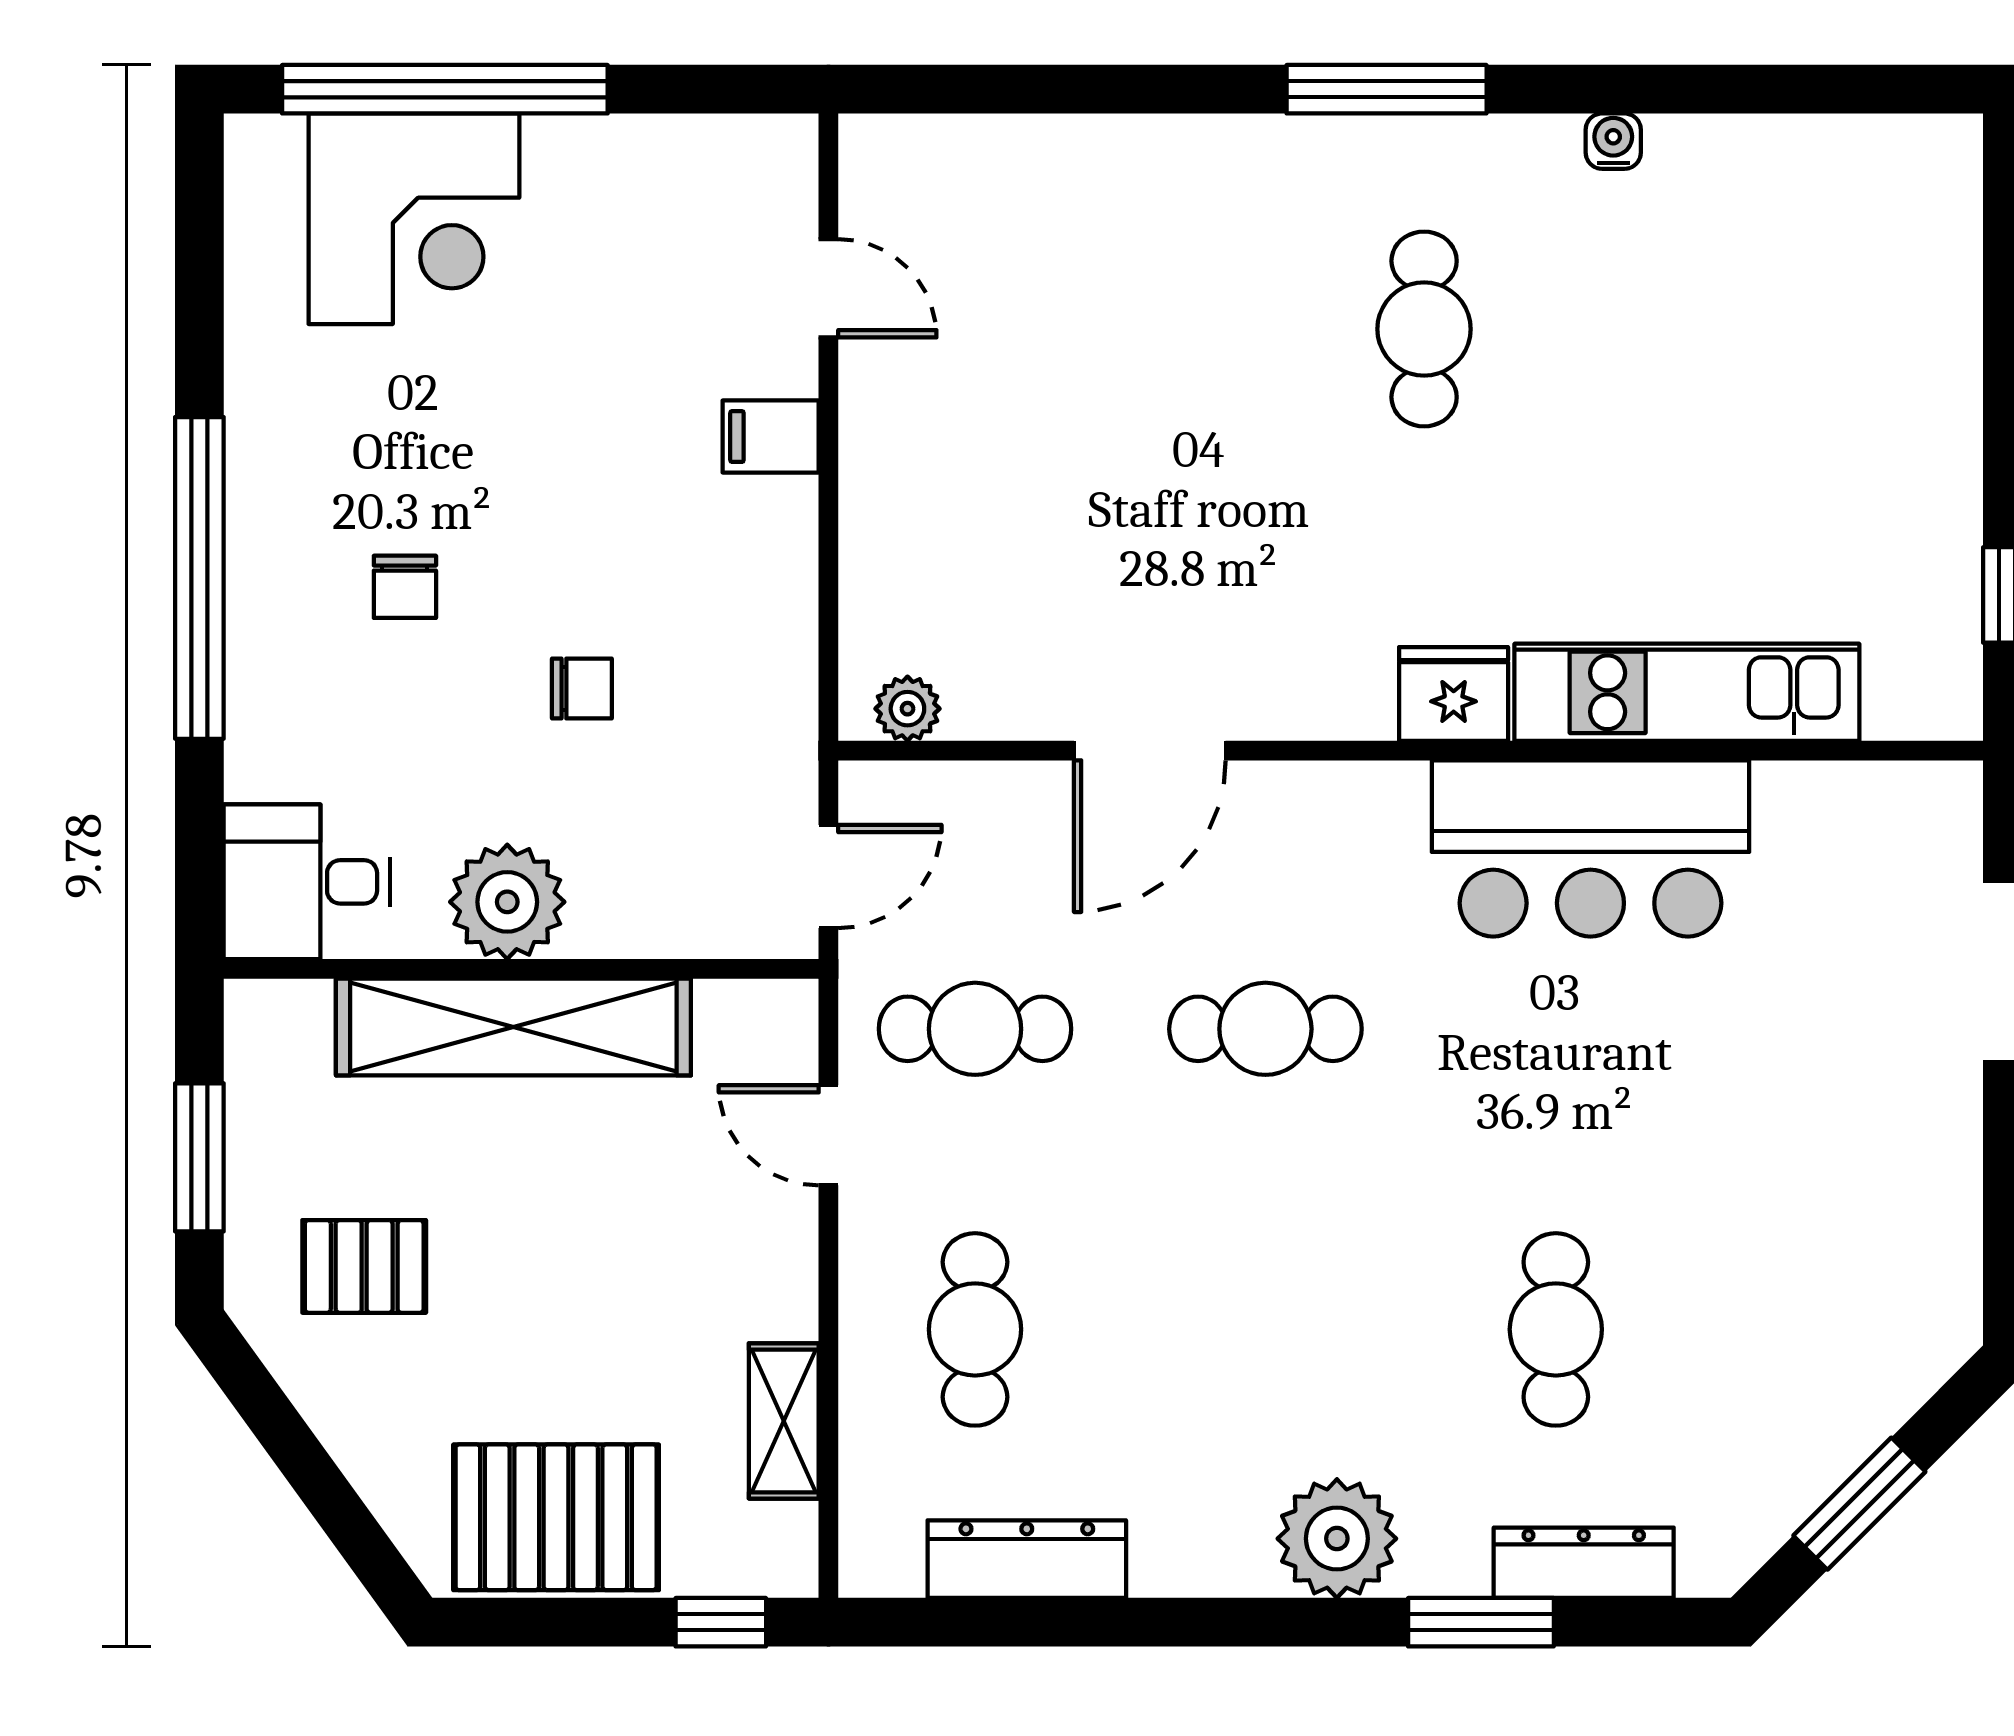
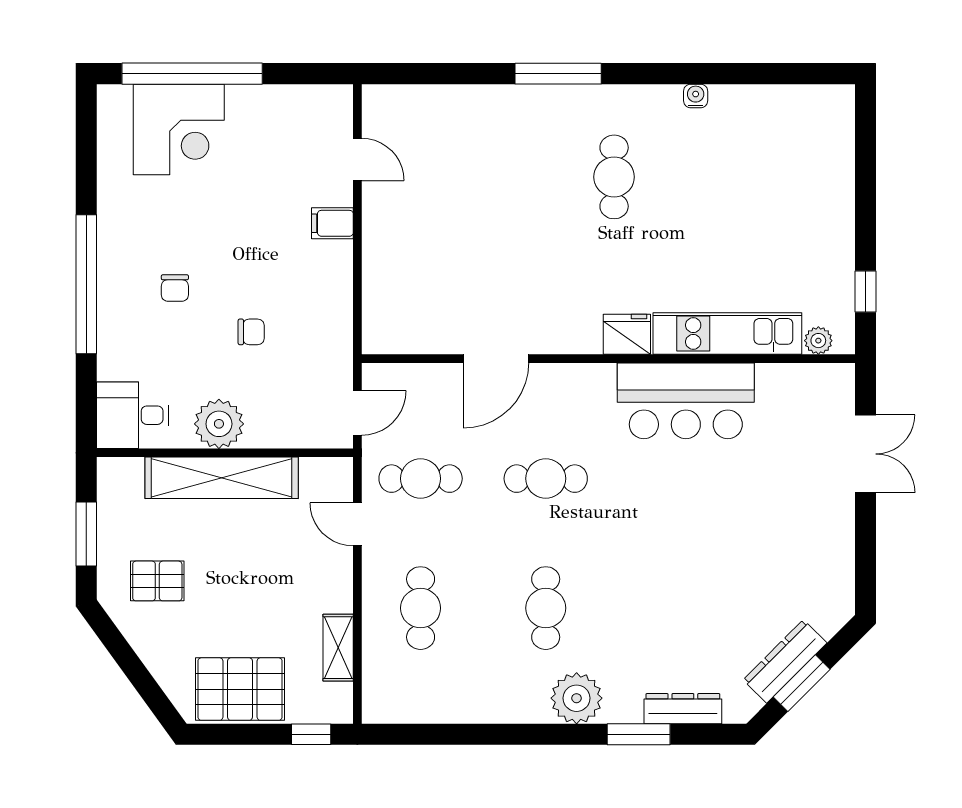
window: (1387, 89) -> (558, 74), moved
plant: (907, 709) -> (818, 341), moved
cafe table: (1556, 1329) -> (546, 608), moved
dresser: (1027, 1559) -> (785, 661), moved, turned -45

